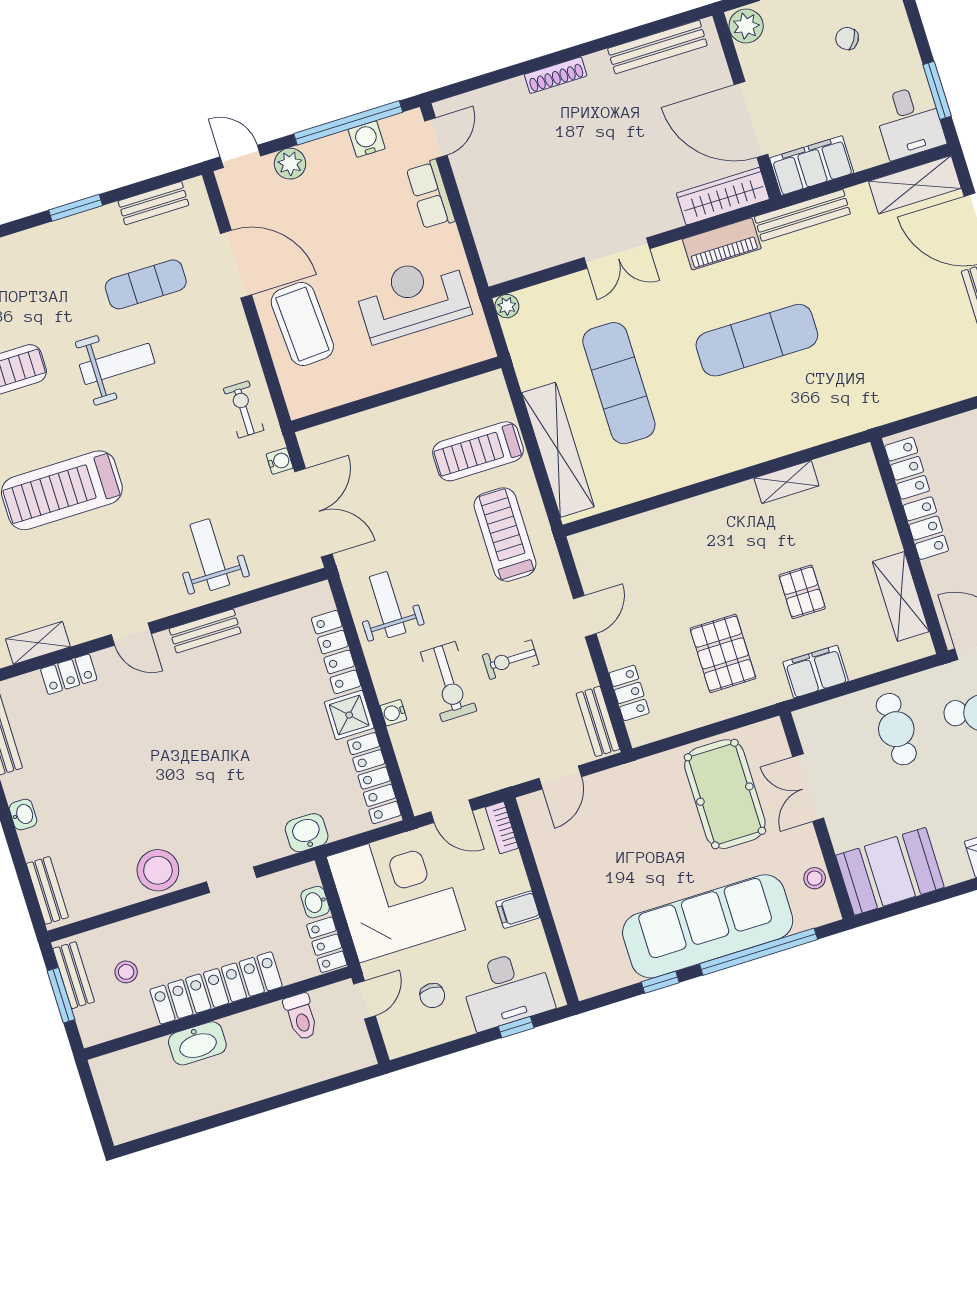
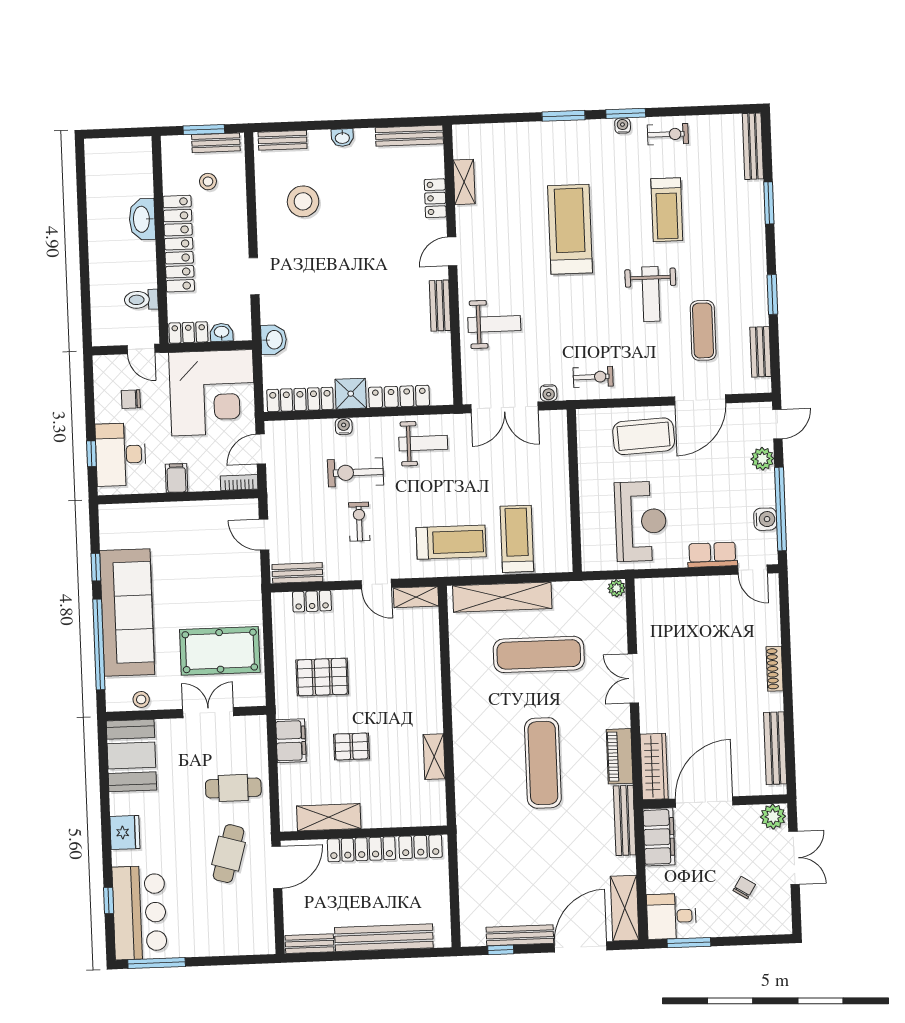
locker: (926, 528) -> (361, 849), width x1.53
shelving: (588, 561) -> (416, 597), added
stool: (158, 870) -> (303, 201), moved

